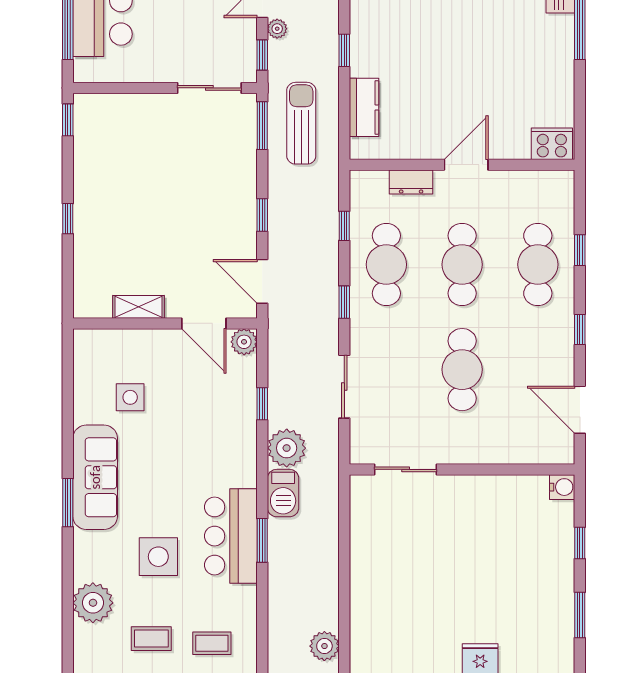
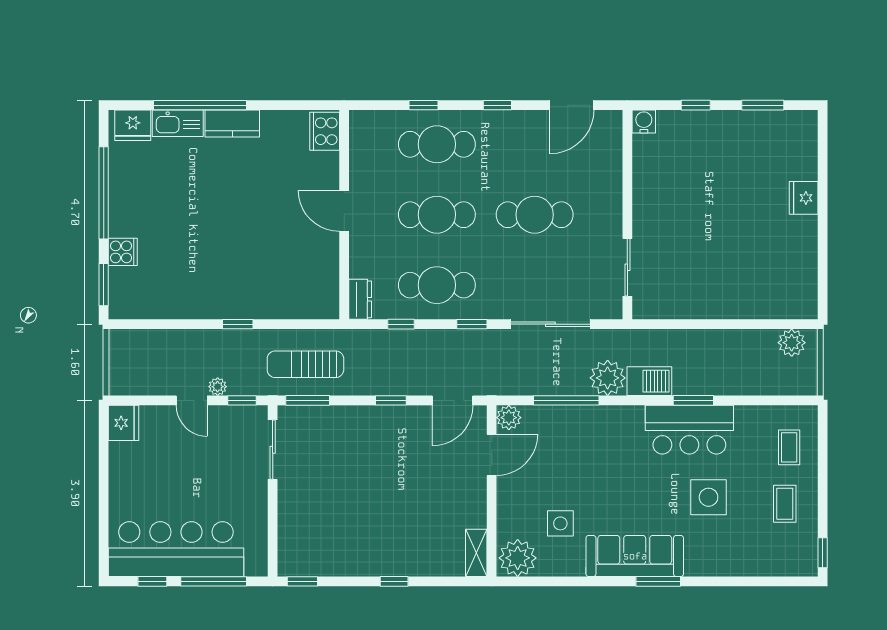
kitchen counter: (364, 107) -> (232, 124), moved, turned 180
dresser: (411, 182) -> (360, 299), moved
shelving: (139, 307) -> (476, 553), moved
sliding door: (344, 387) -> (550, 324), width x1.37
window: (262, 404) -> (566, 400), width x2.17
plant: (93, 603) -> (518, 558), moved

